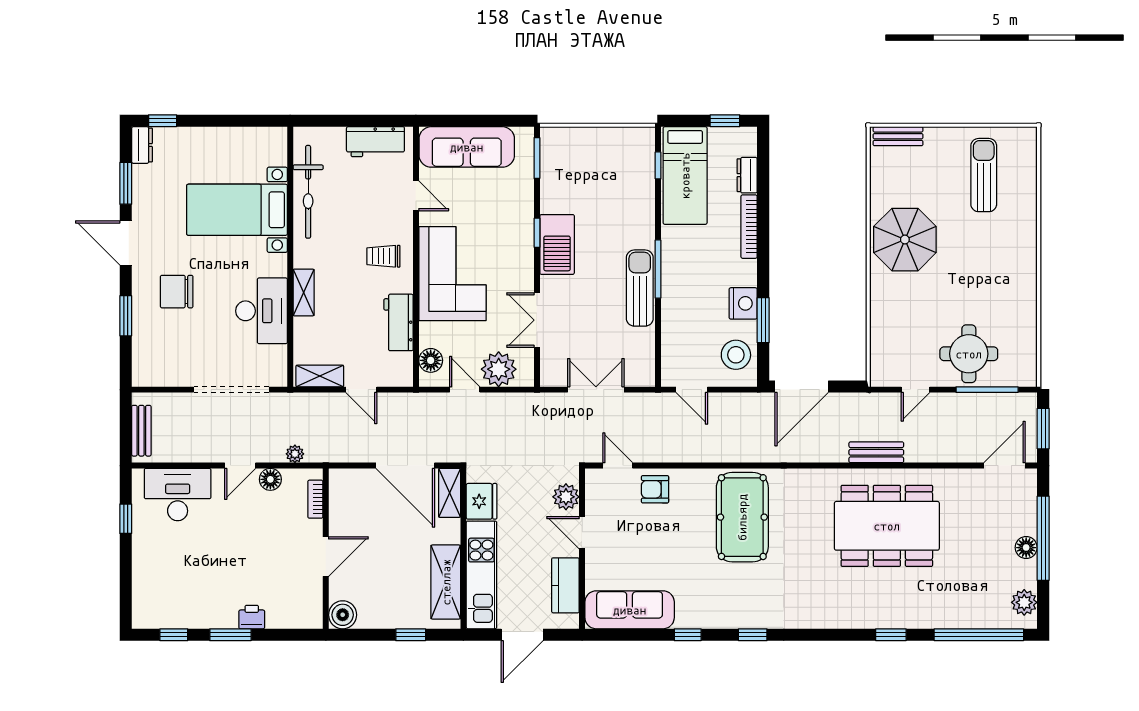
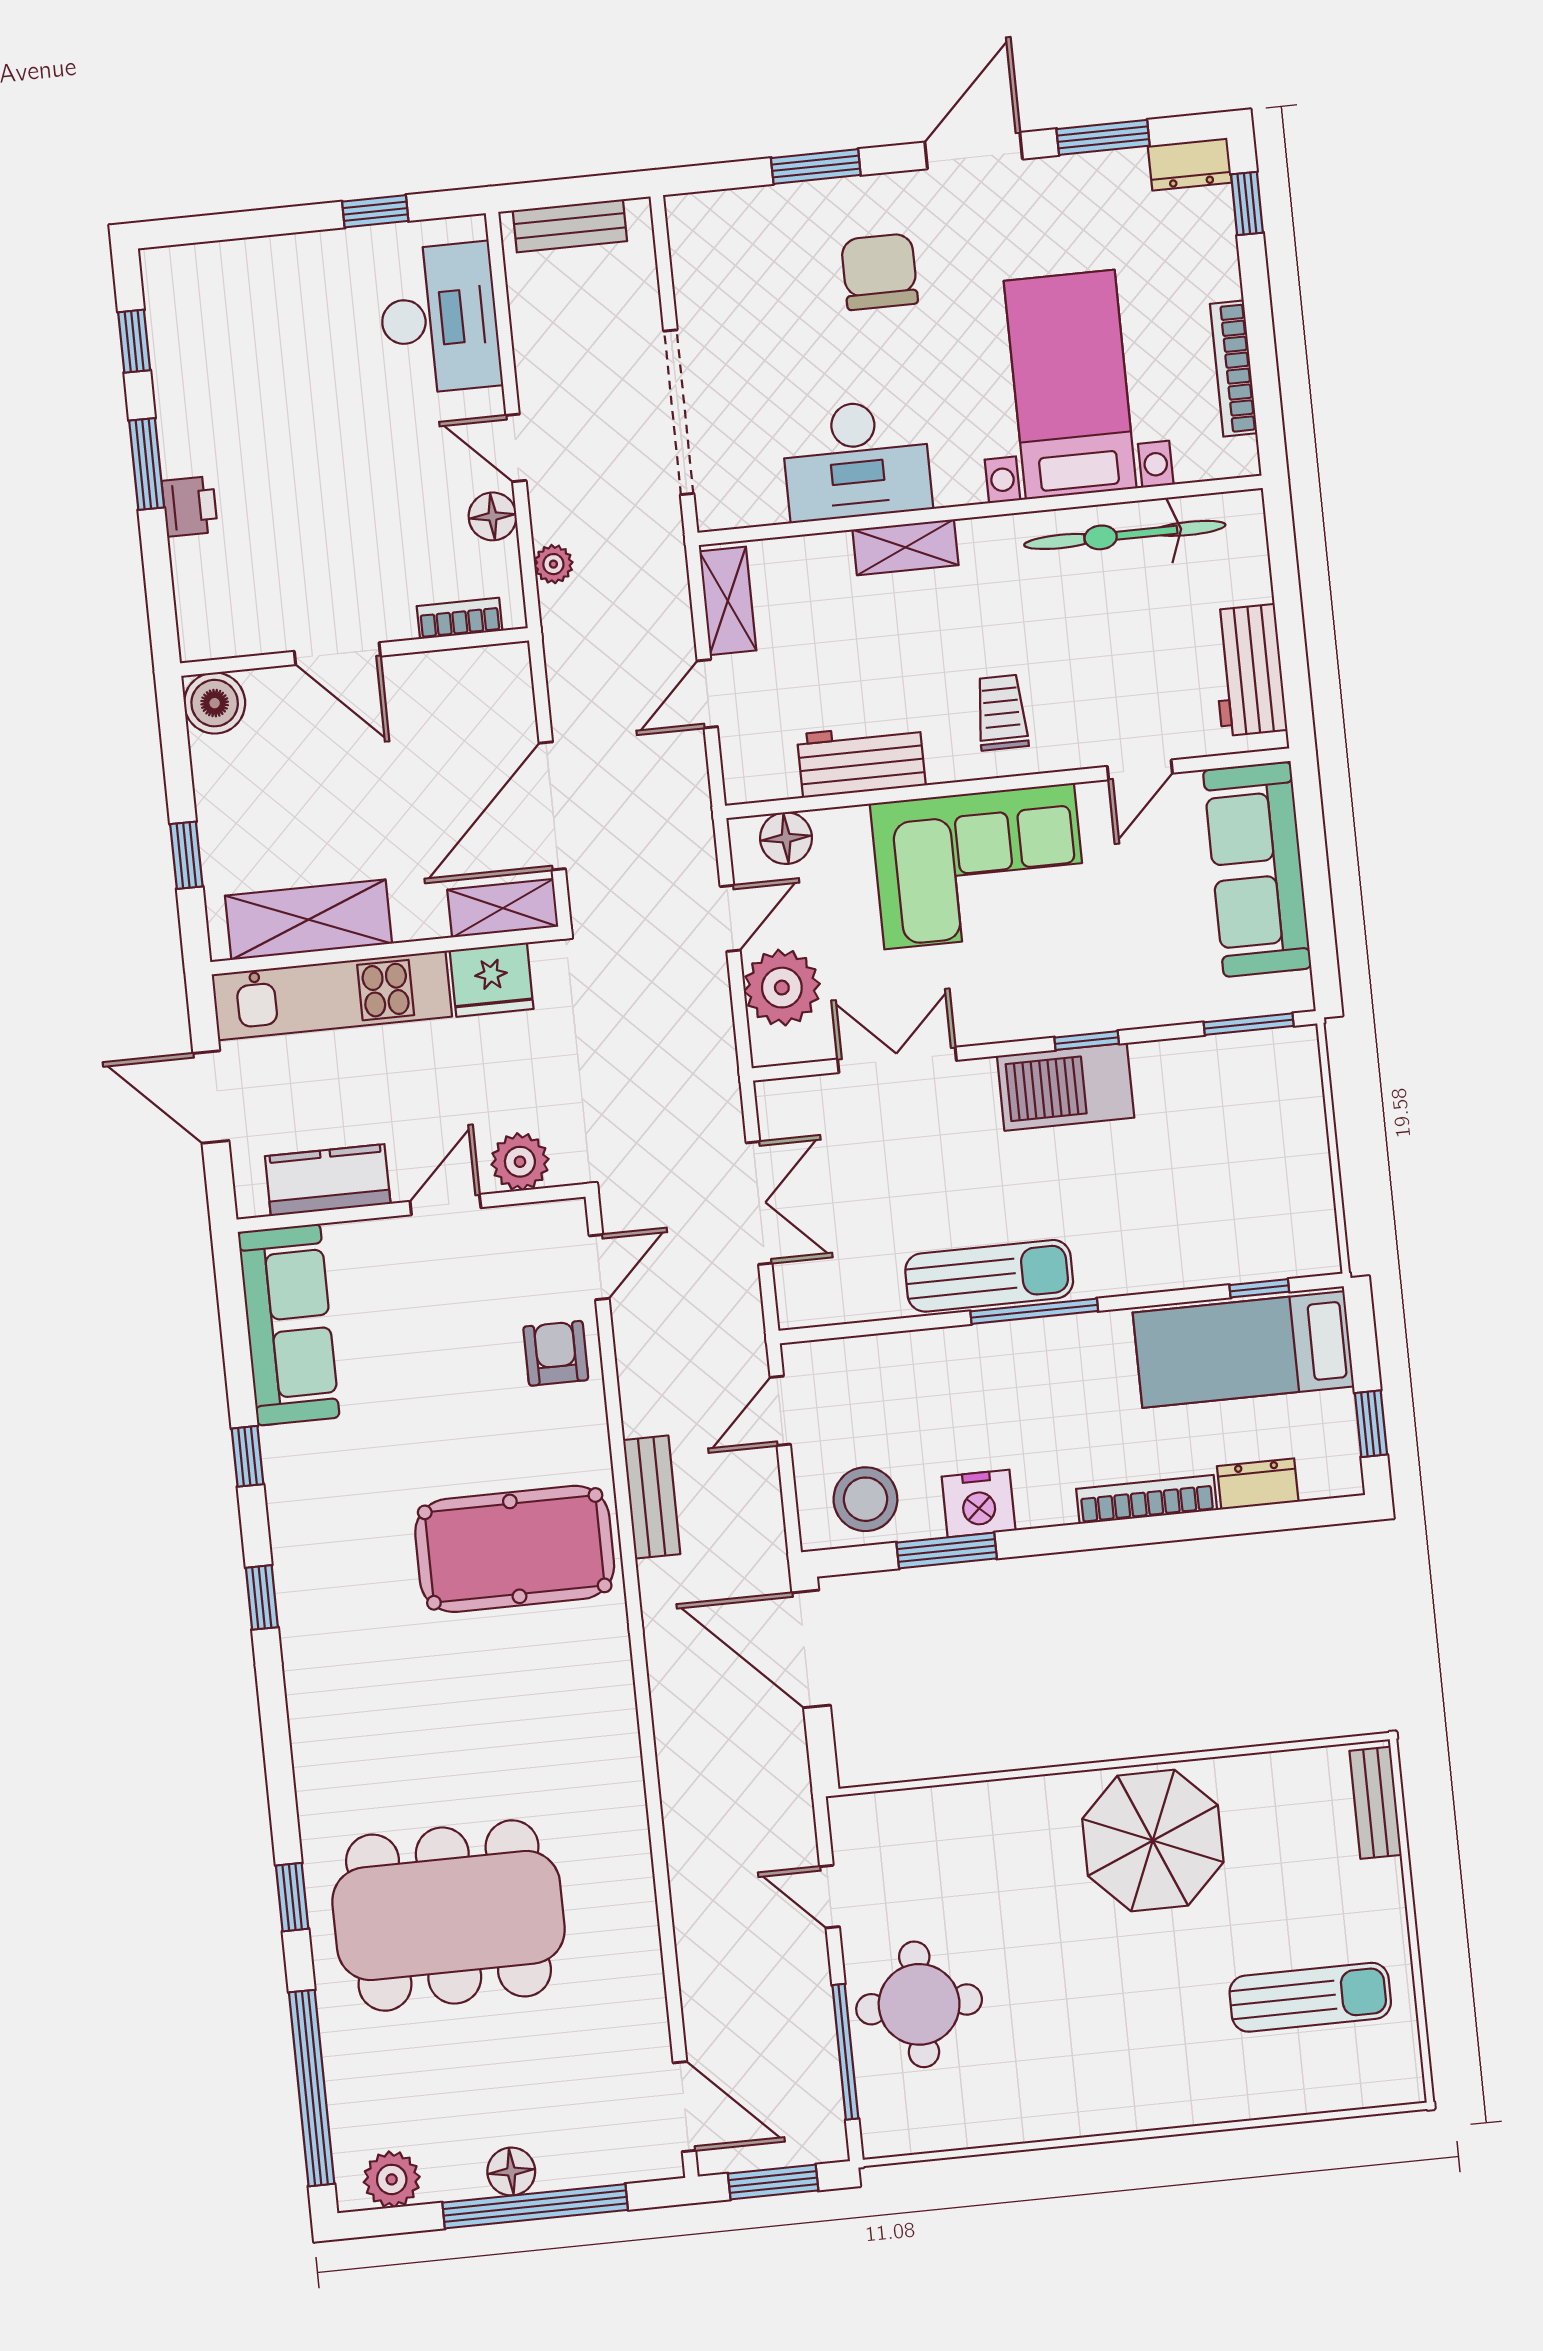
bookcase: (237, 135) -> (1234, 369), added
bench: (876, 452) -> (652, 1497), moved
dining table: (887, 526) -> (449, 1916), moved, turned 90

